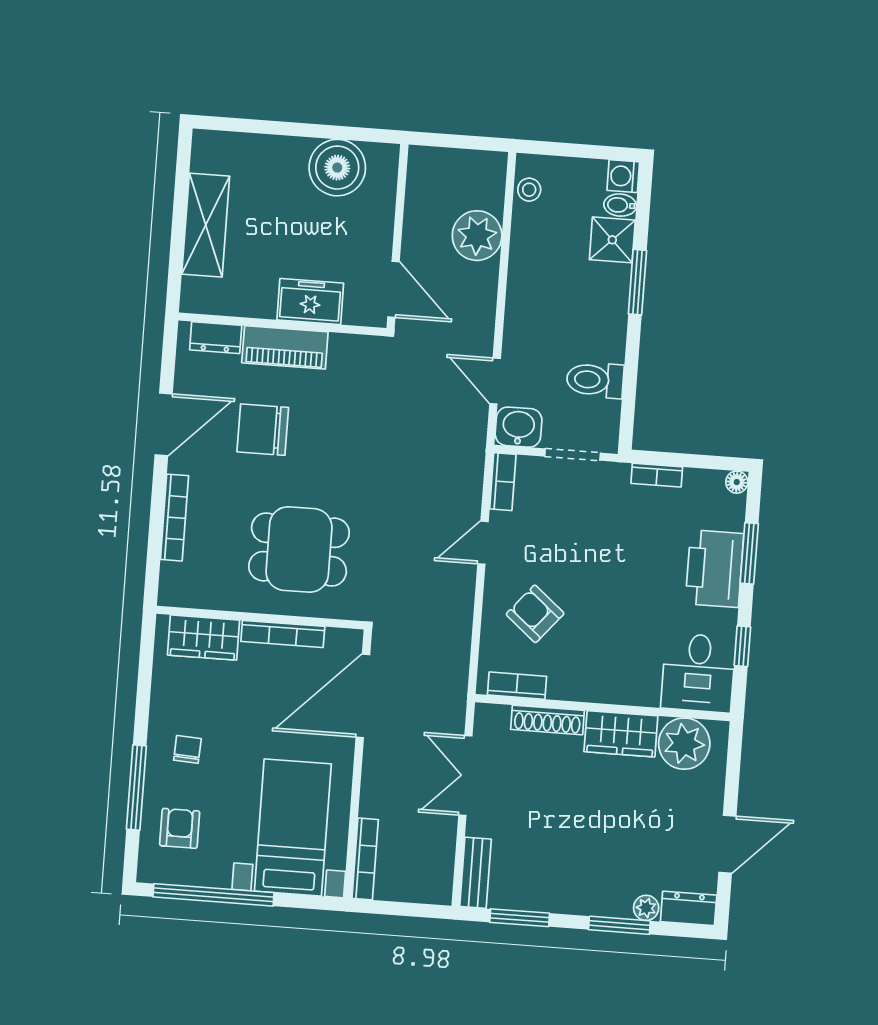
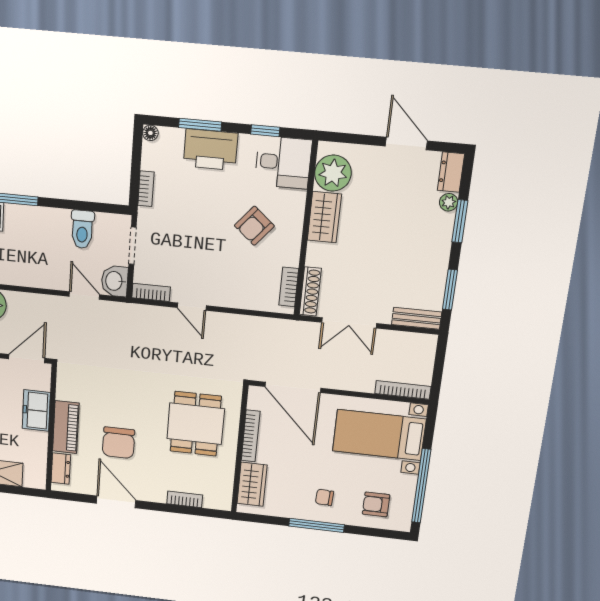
door: (495, 381) -> (84, 296), swing flipped
bookcase: (174, 518) -> (185, 499), width x0.64
armchair: (535, 614) -> (254, 226), moved
shoe rack: (547, 720) -> (310, 291), moved
window: (136, 787) -> (317, 525), moved

